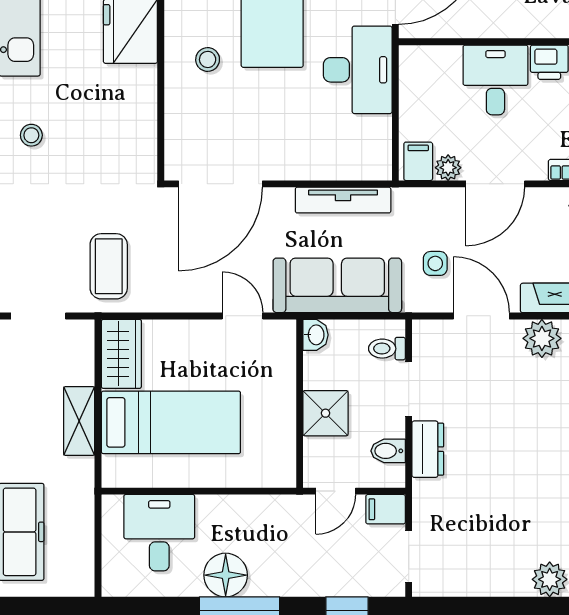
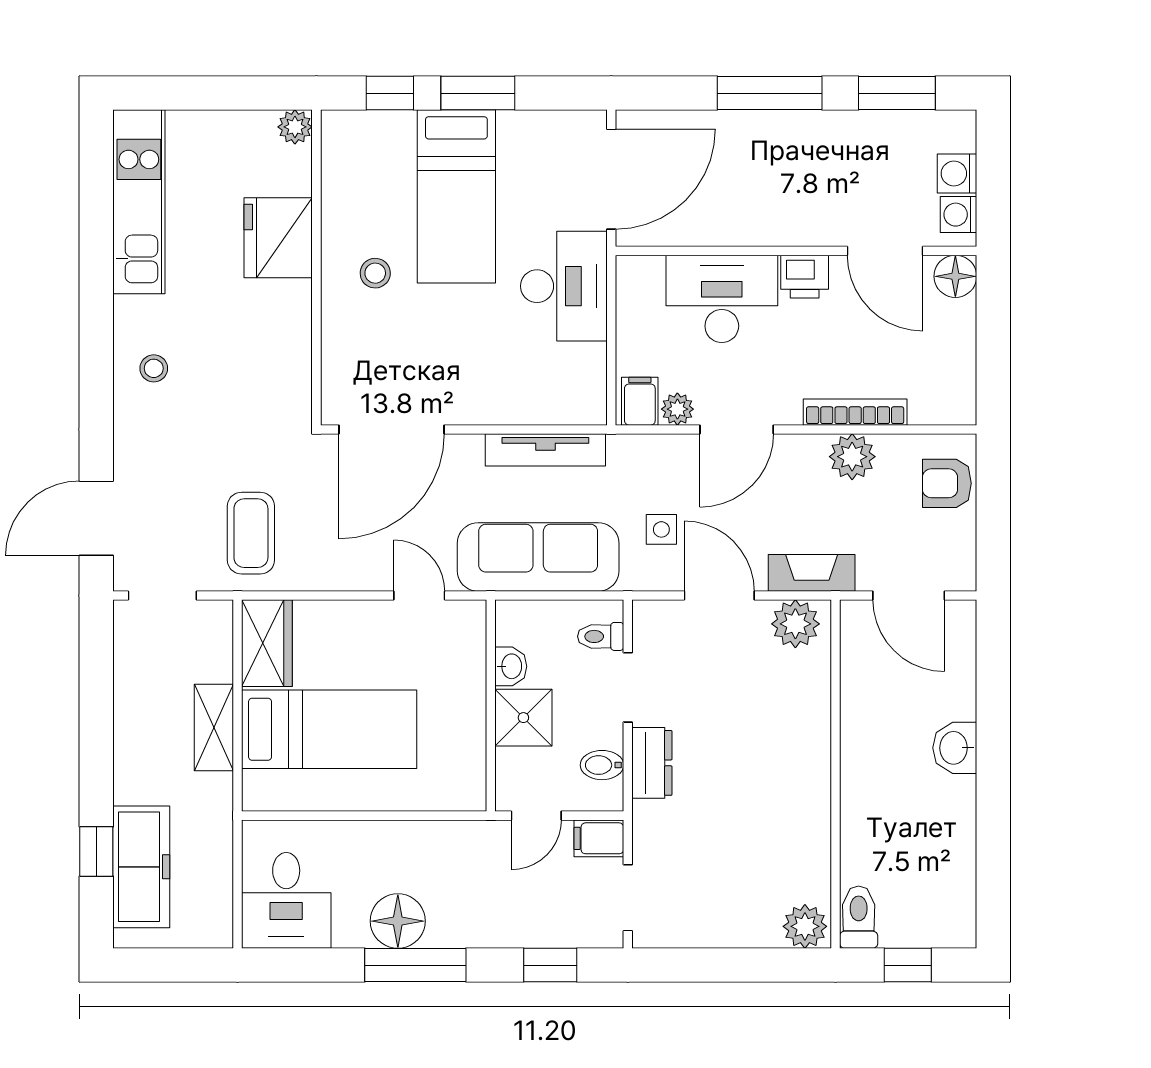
desk: (495, 80) -> (722, 299), width x1.37
washbasin: (315, 335) -> (511, 666), moved
desk: (159, 533) -> (286, 900), moved, turned 180

